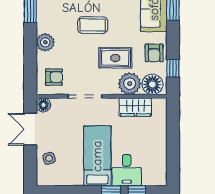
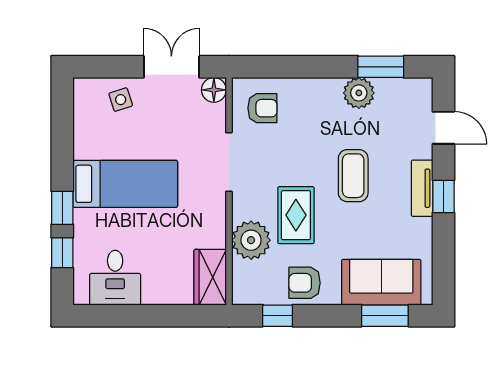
plant: (45, 42) -> (359, 93), moved
armchair: (54, 77) -> (262, 108), turned -90
floor lamp: (152, 84) -> (250, 280), removed
wardrobe: (135, 107) -> (210, 277), moved
desk: (127, 170) -> (115, 278), moved, turned -90

